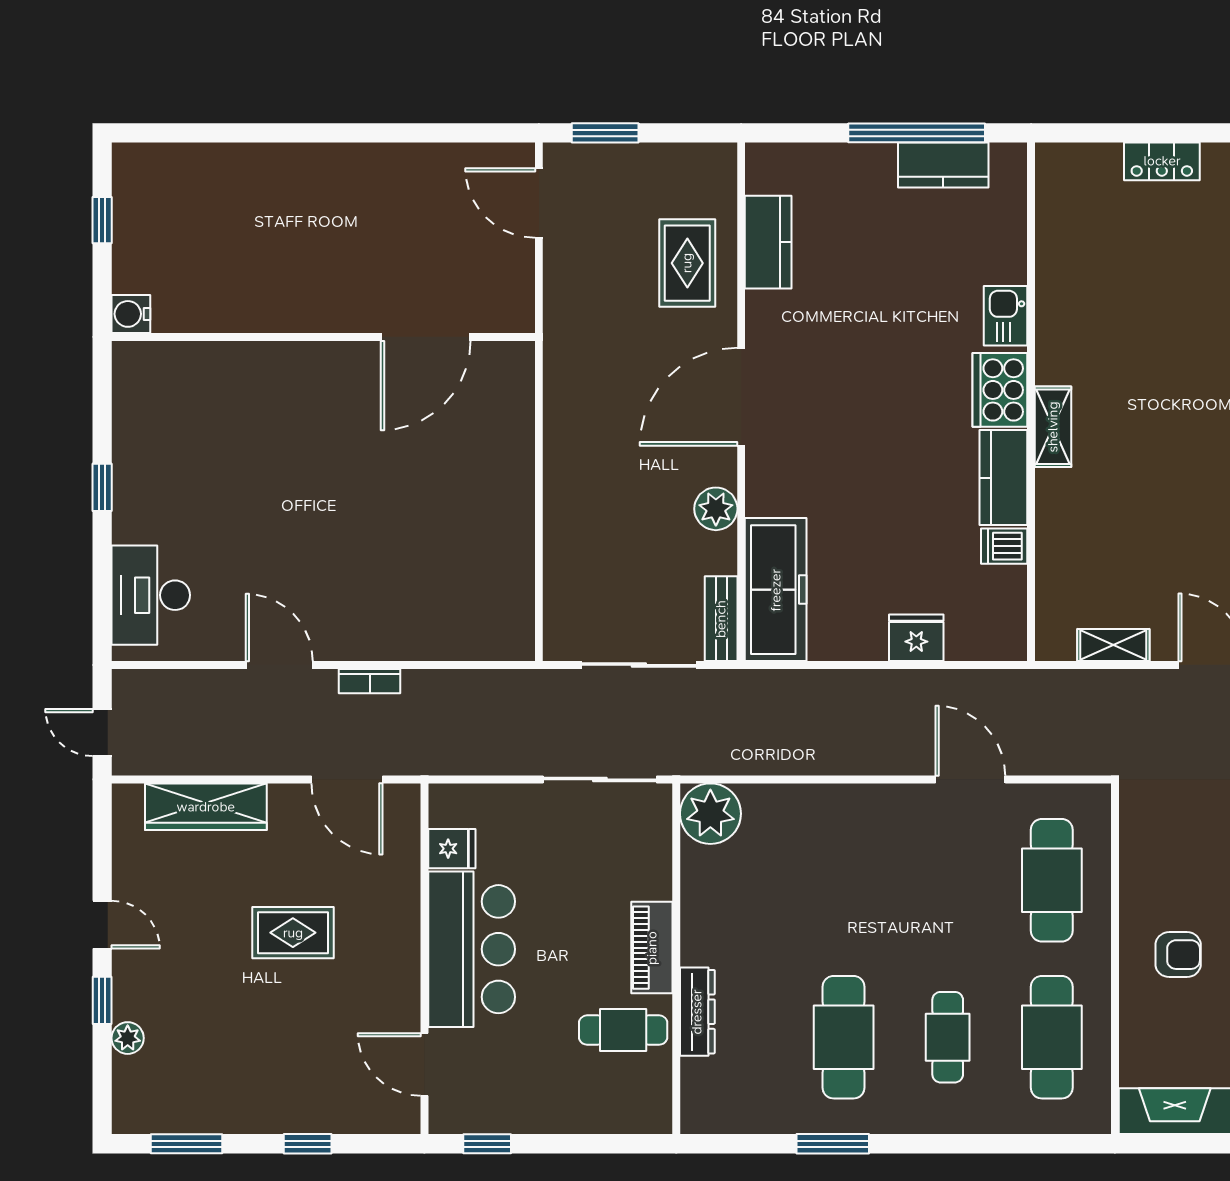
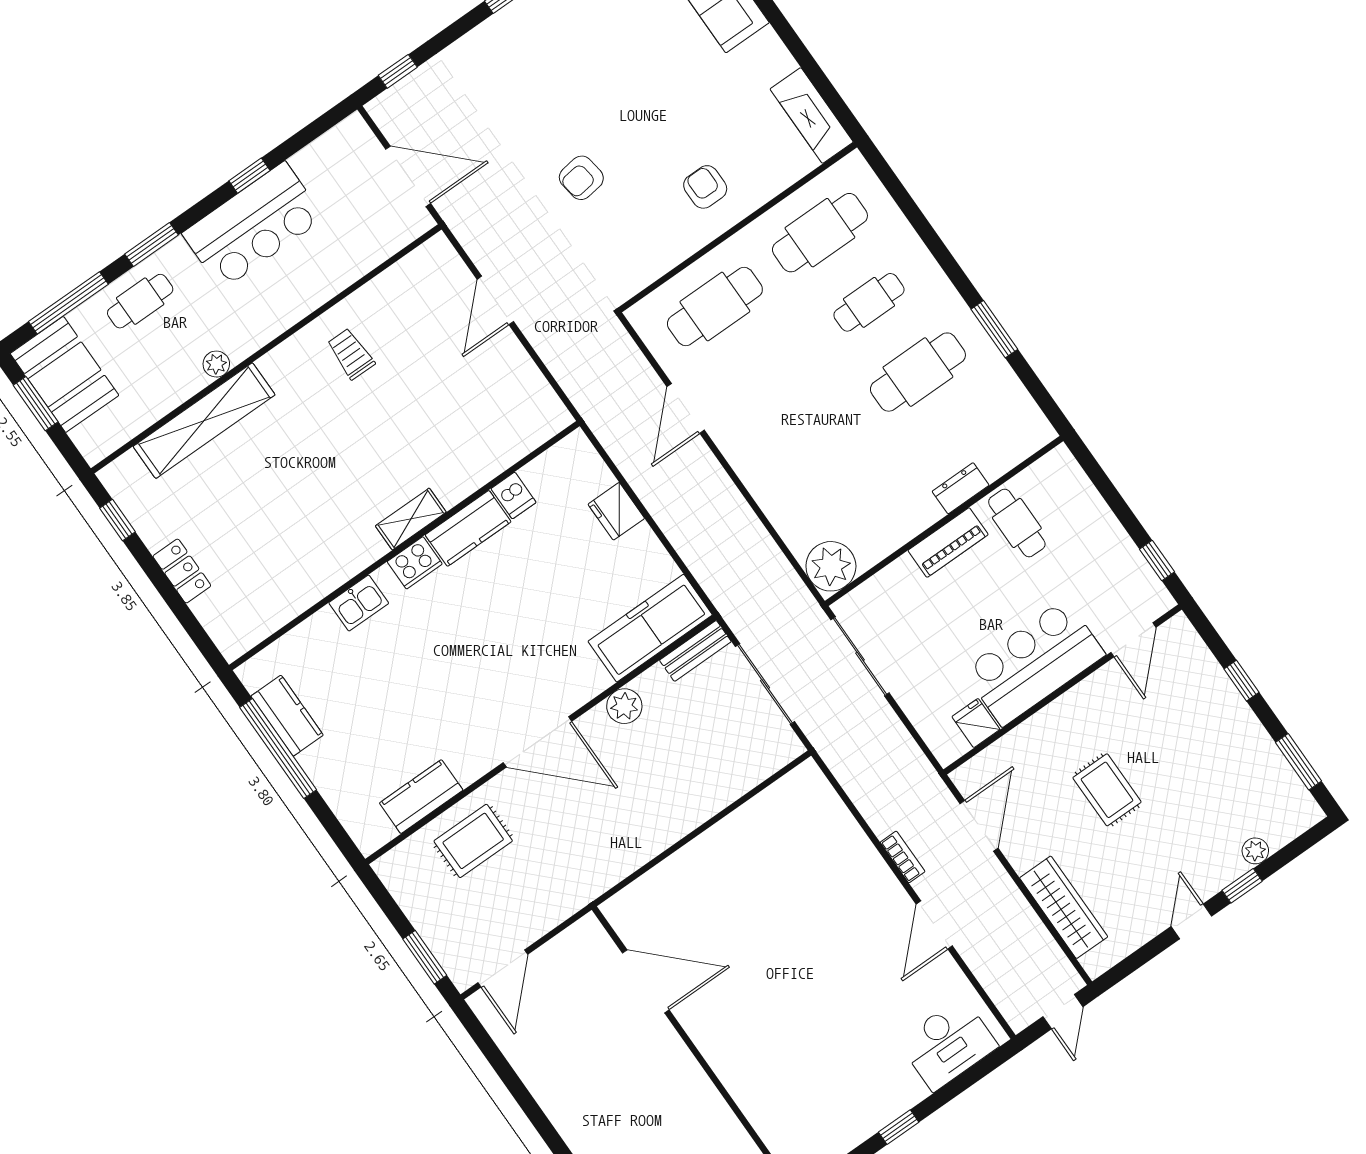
cooker: (1000, 390) -> (415, 563), width x0.73, depth x0.76
shelving: (1113, 645) -> (528, 376), removed
dresser: (697, 1012) -> (961, 488), width x0.70

